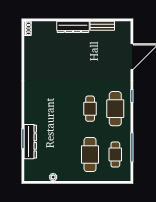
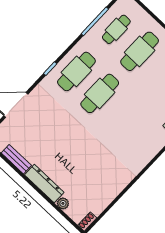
plant: (51, 26) -> (63, 203), added
cafe table: (90, 109) -> (100, 93), width x1.37, depth x1.35

